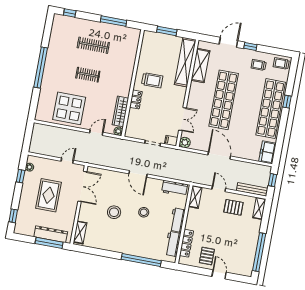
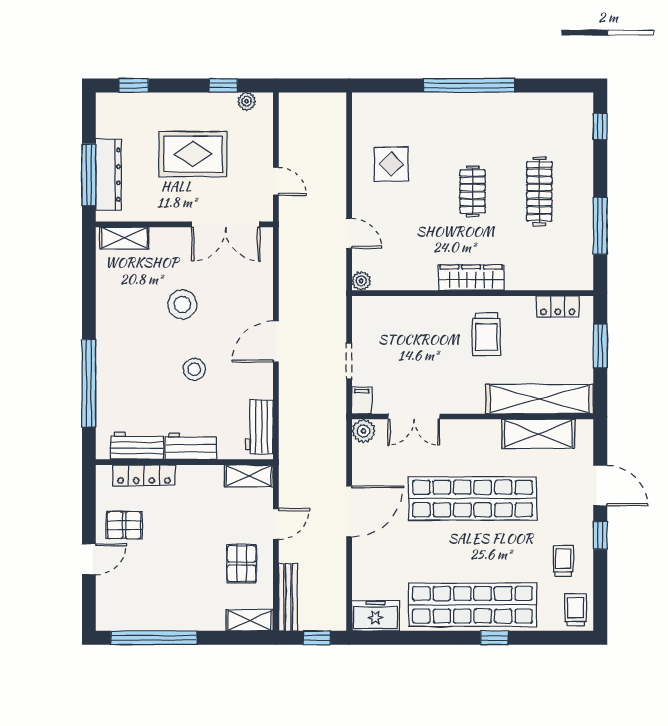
locker: (136, 99) -> (558, 306), moved
display table: (69, 108) -> (391, 164), width x0.54, depth x0.54
wardrobe: (120, 111) -> (471, 278), moved

